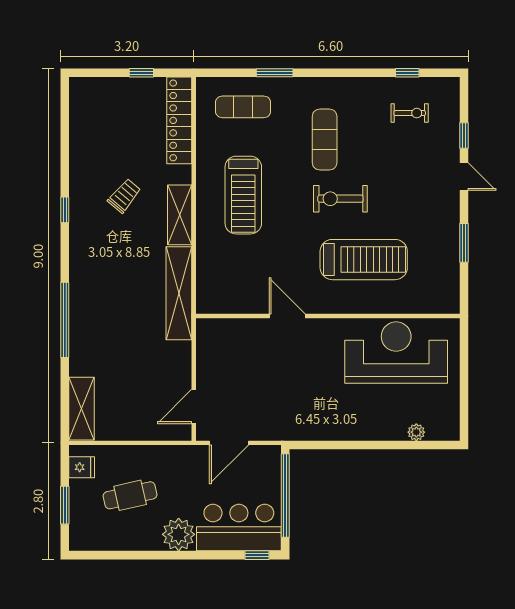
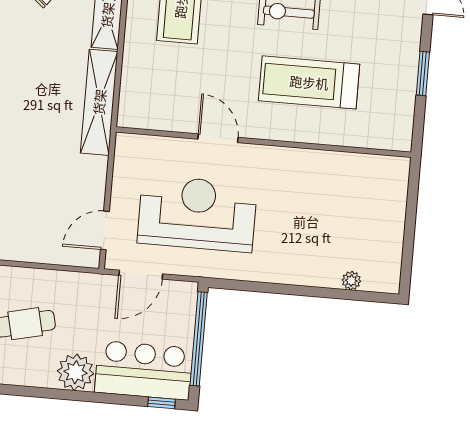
treadmill: (364, 260) -> (309, 82), turned 180
reception desk: (396, 353) -> (197, 214), moved

